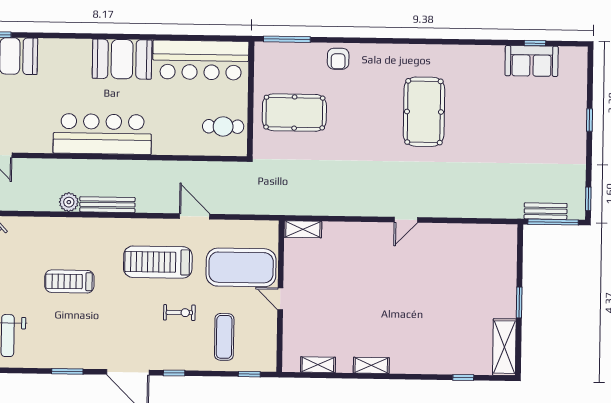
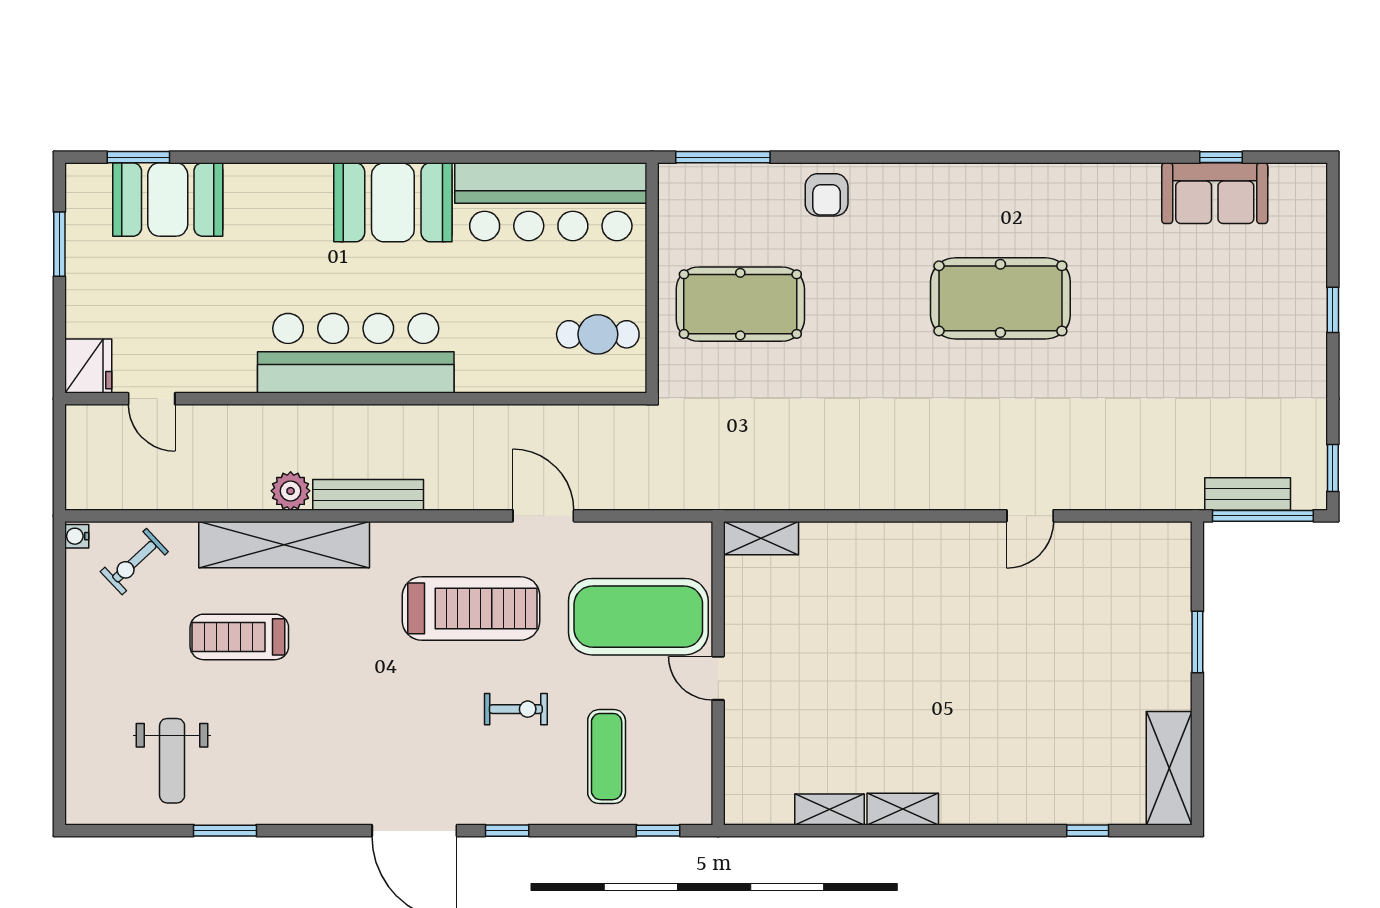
pool table: (424, 112) -> (1000, 298), turned 90
door: (406, 220) -> (1030, 516), moved
shelving: (65, 229) -> (284, 545), added
treadmill: (158, 262) -> (471, 608), turned 180
treadmill: (69, 281) -> (239, 637), moved
window: (519, 302) -> (1197, 642), moved
shelving: (318, 365) -> (830, 809), moved
window: (67, 371) -> (225, 831), moved

